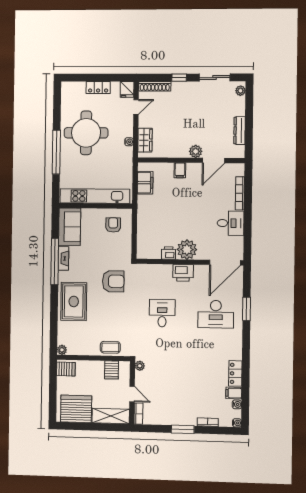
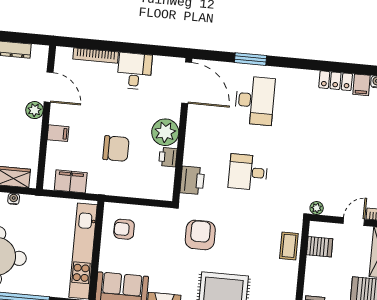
chair: (172, 214) -> (116, 149), added
printer: (183, 273) -> (192, 180), moved

